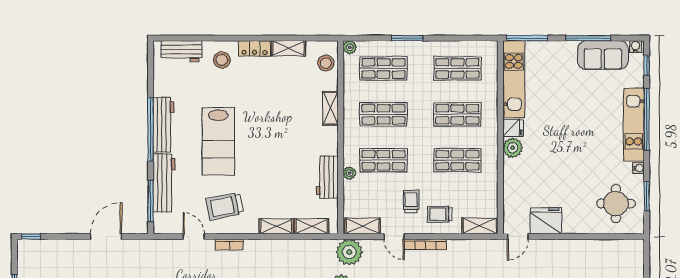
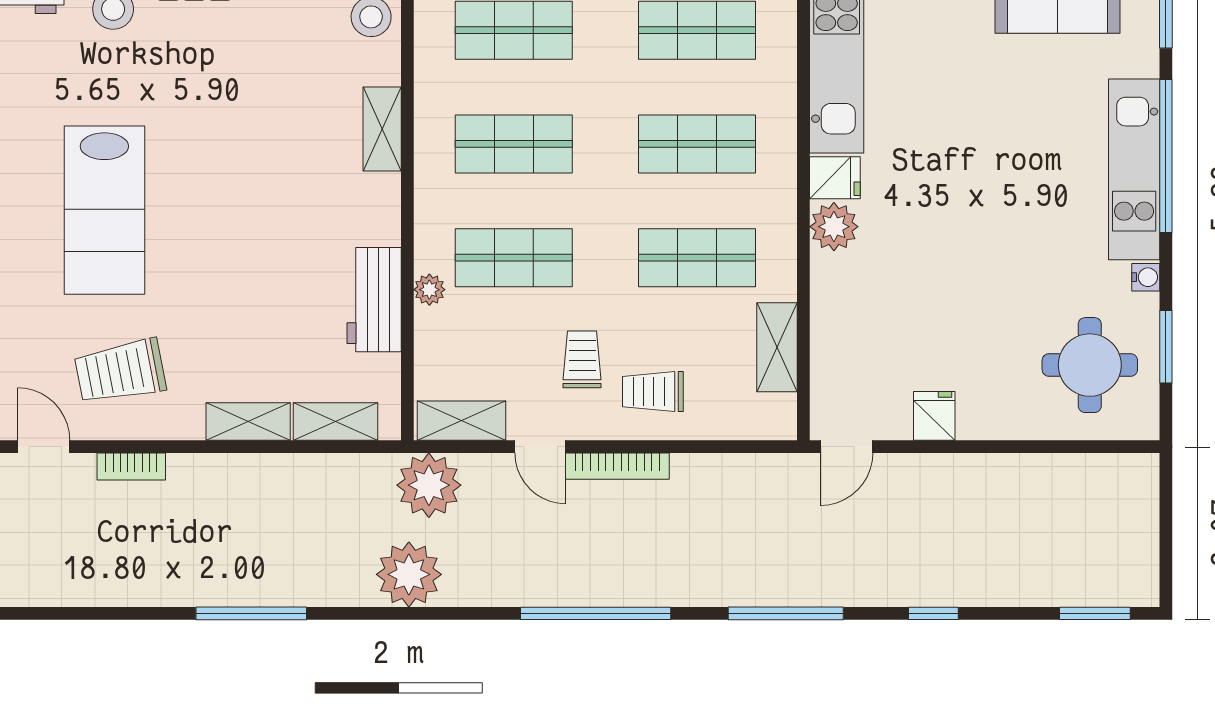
fridge: (546, 221) -> (934, 416), width x0.53, depth x0.75
shelving: (480, 226) -> (777, 347), moved, turned 90

